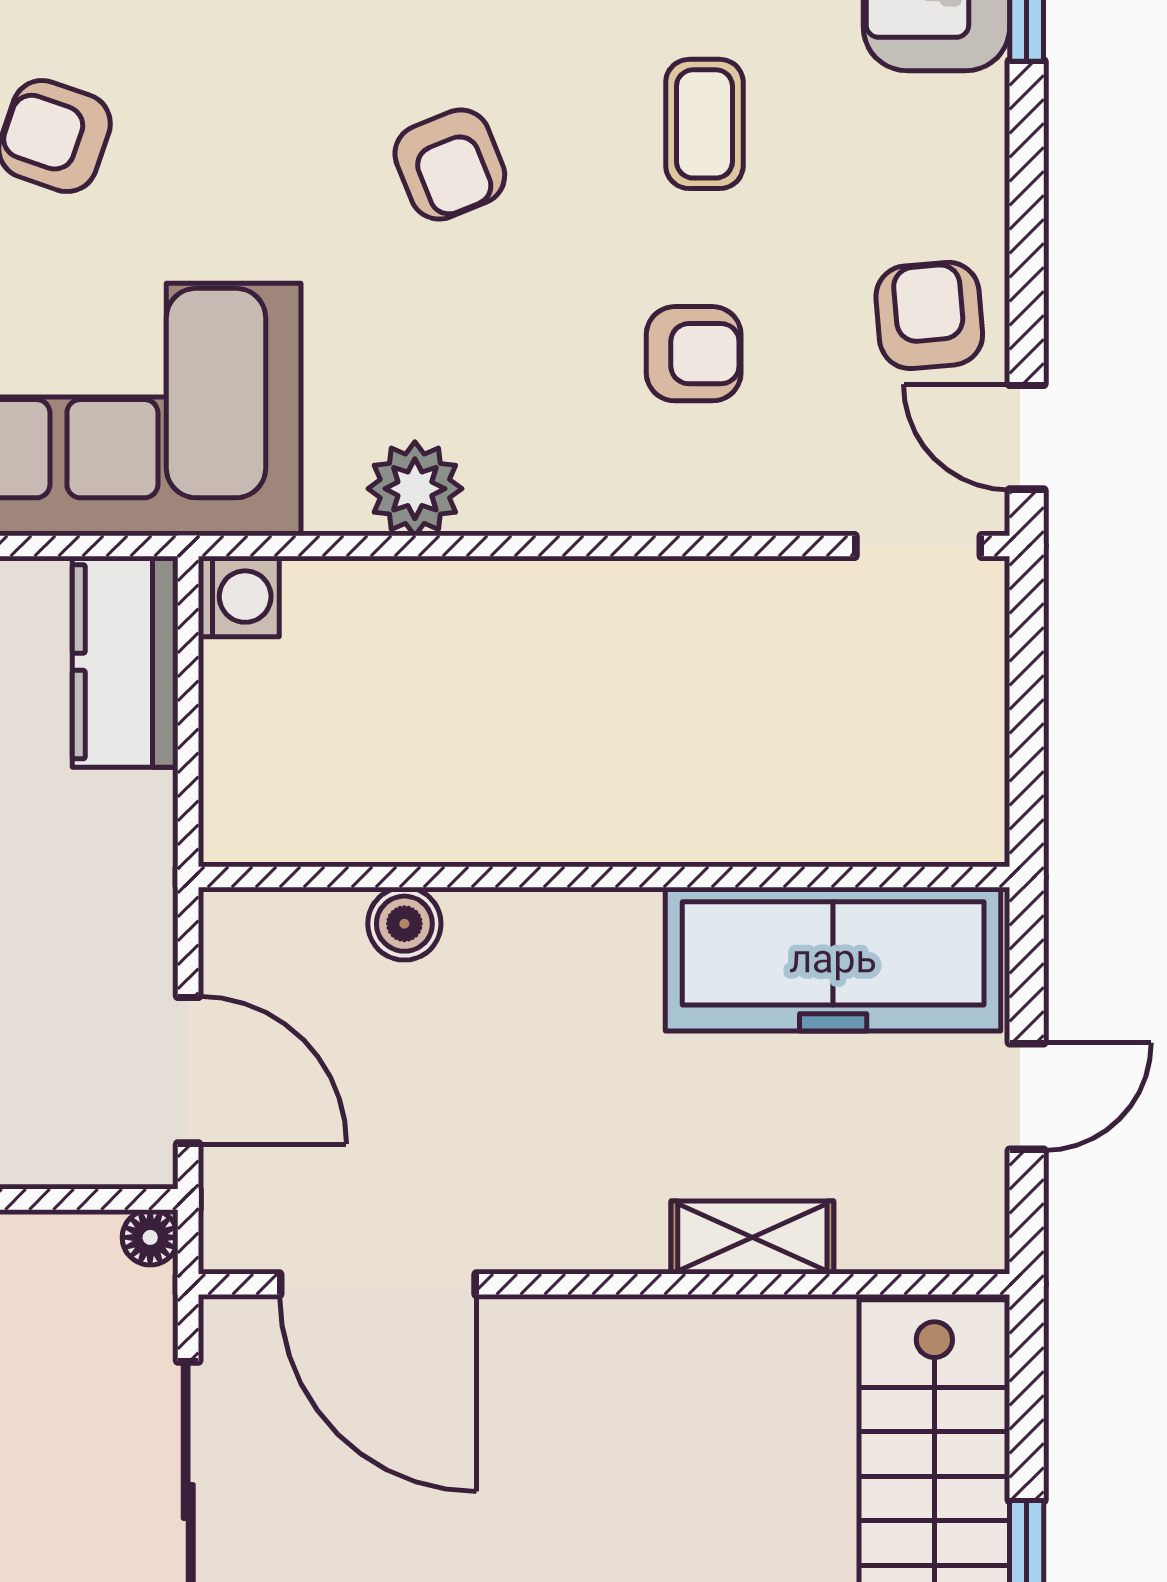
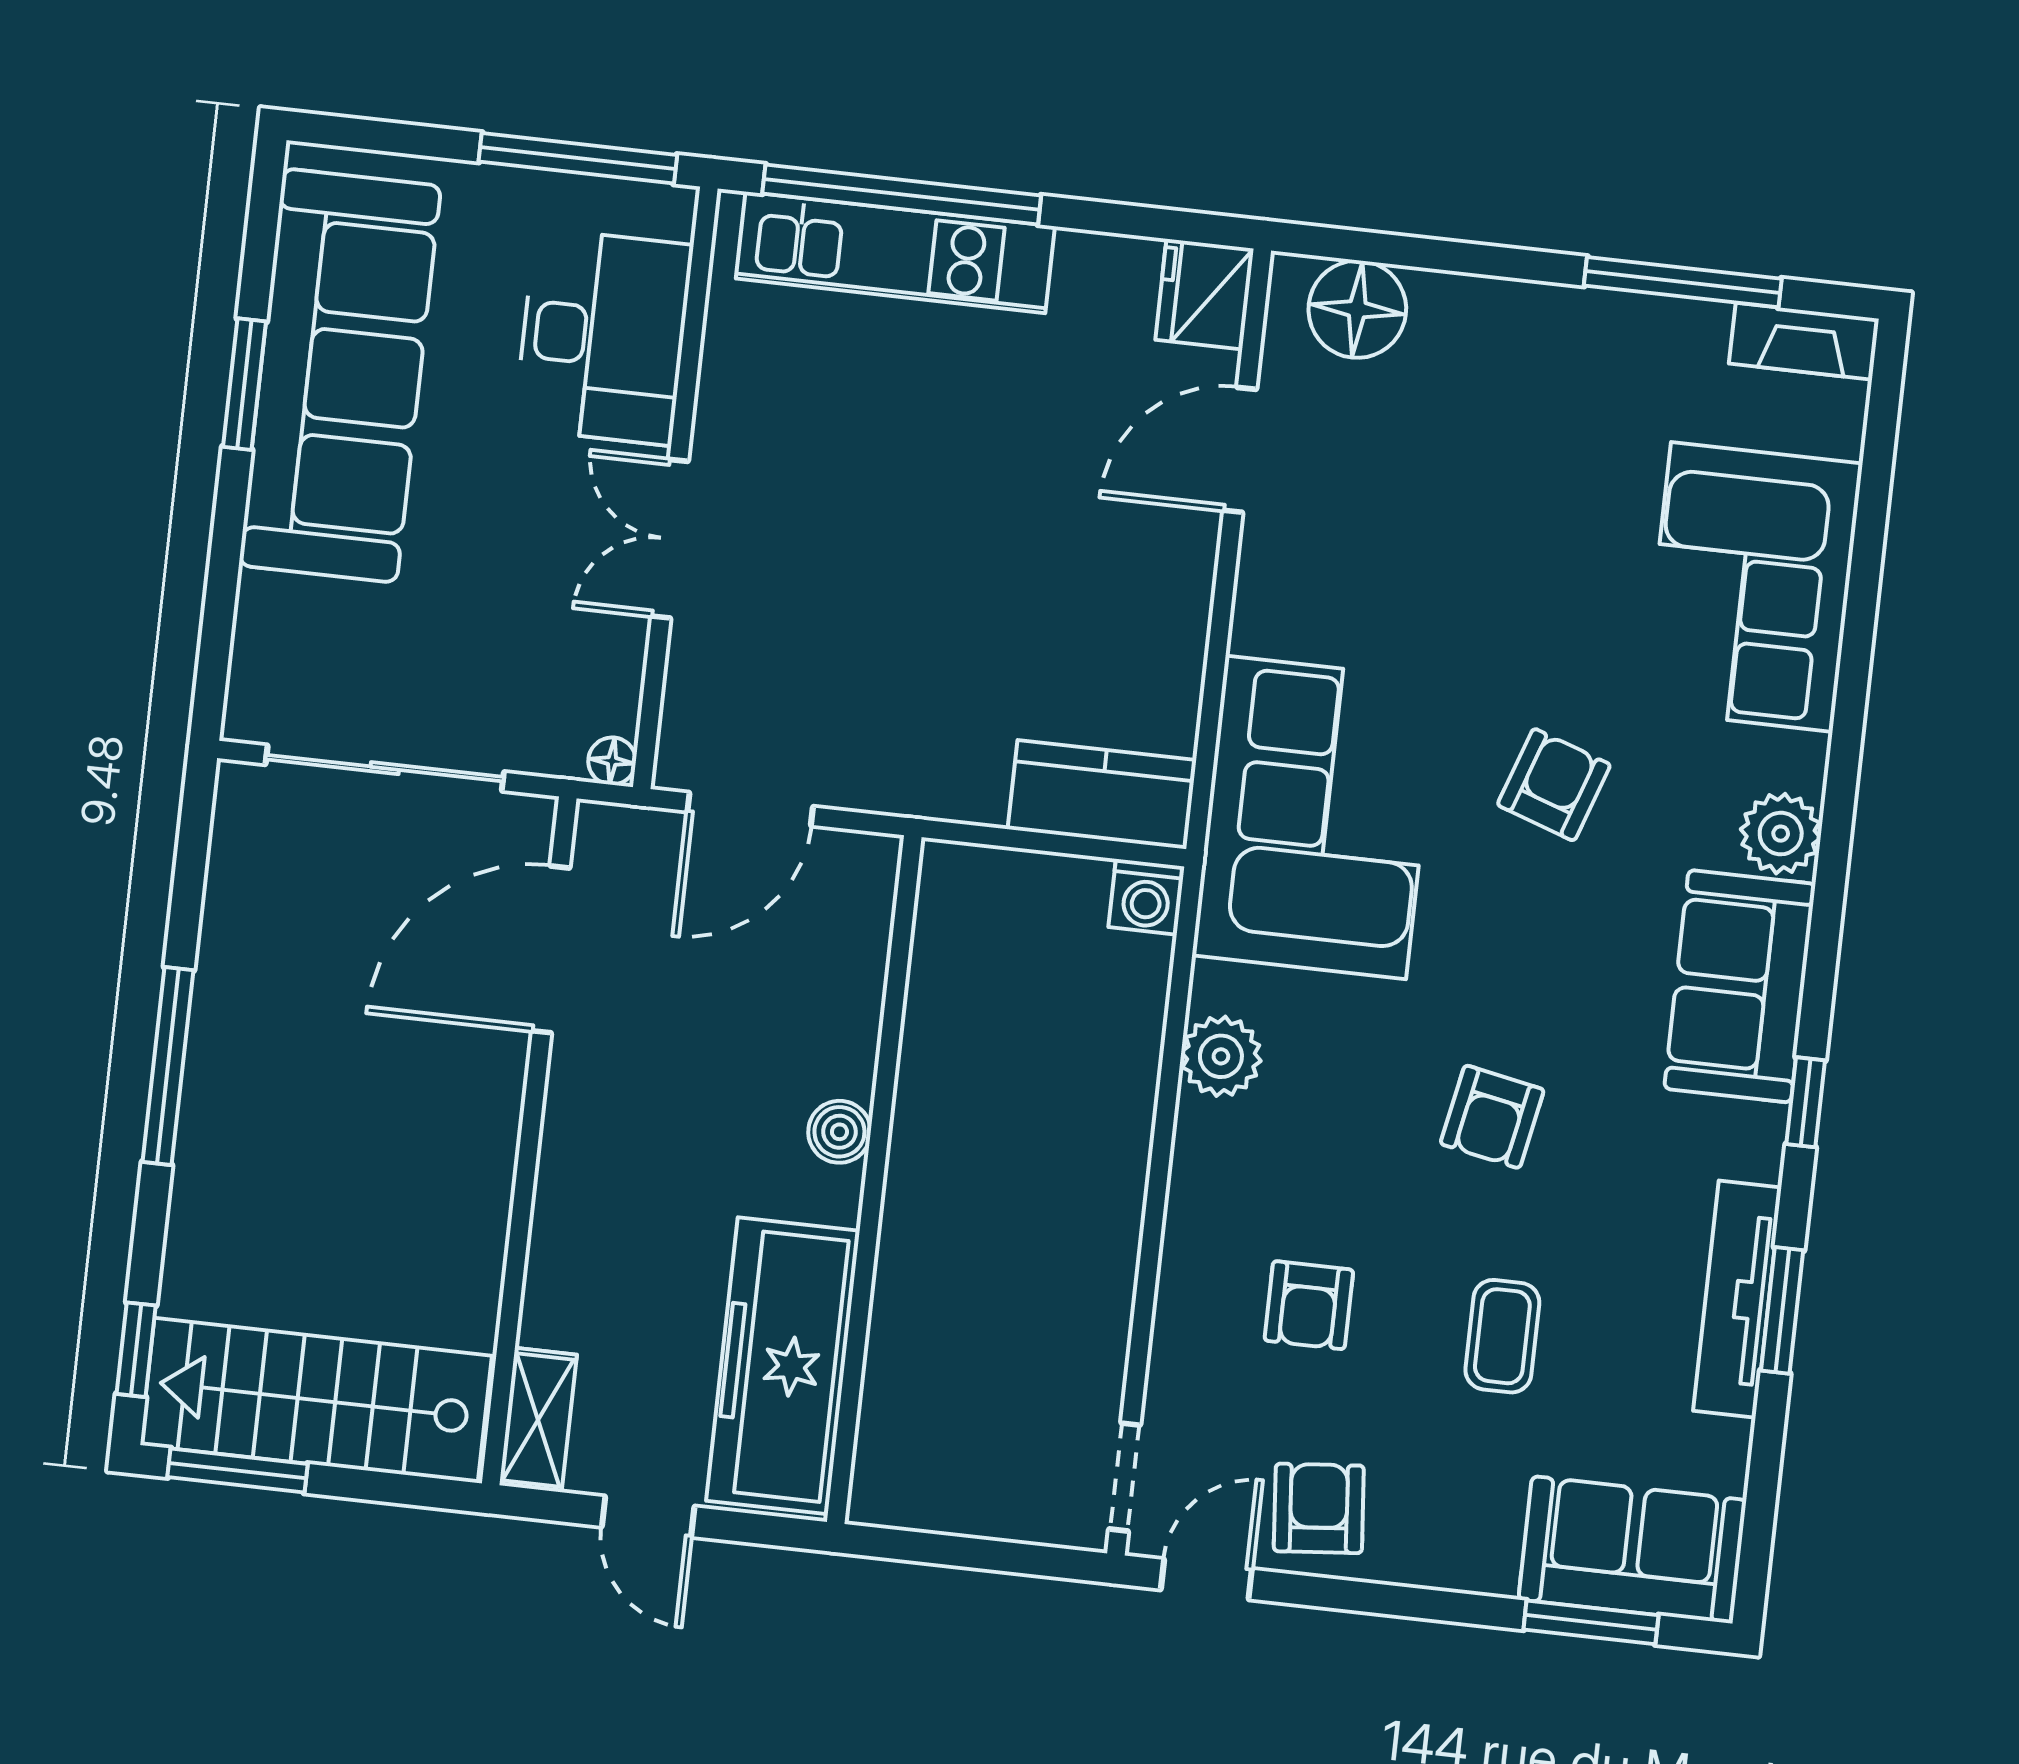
coffee table: (704, 124) -> (1502, 1336), turned 90
armchair: (450, 165) -> (1492, 1117), turned -57
armchair: (929, 315) -> (1319, 1508), turned -90
boiler: (404, 924) -> (839, 1132), moved
shelving: (752, 1237) -> (538, 1420), moved

